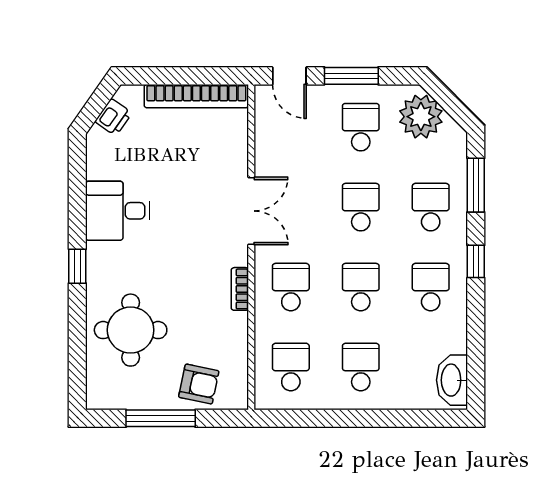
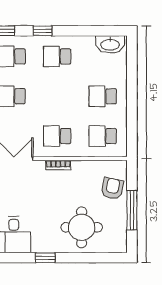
school desk: (361, 287) -> (57, 96), removed

